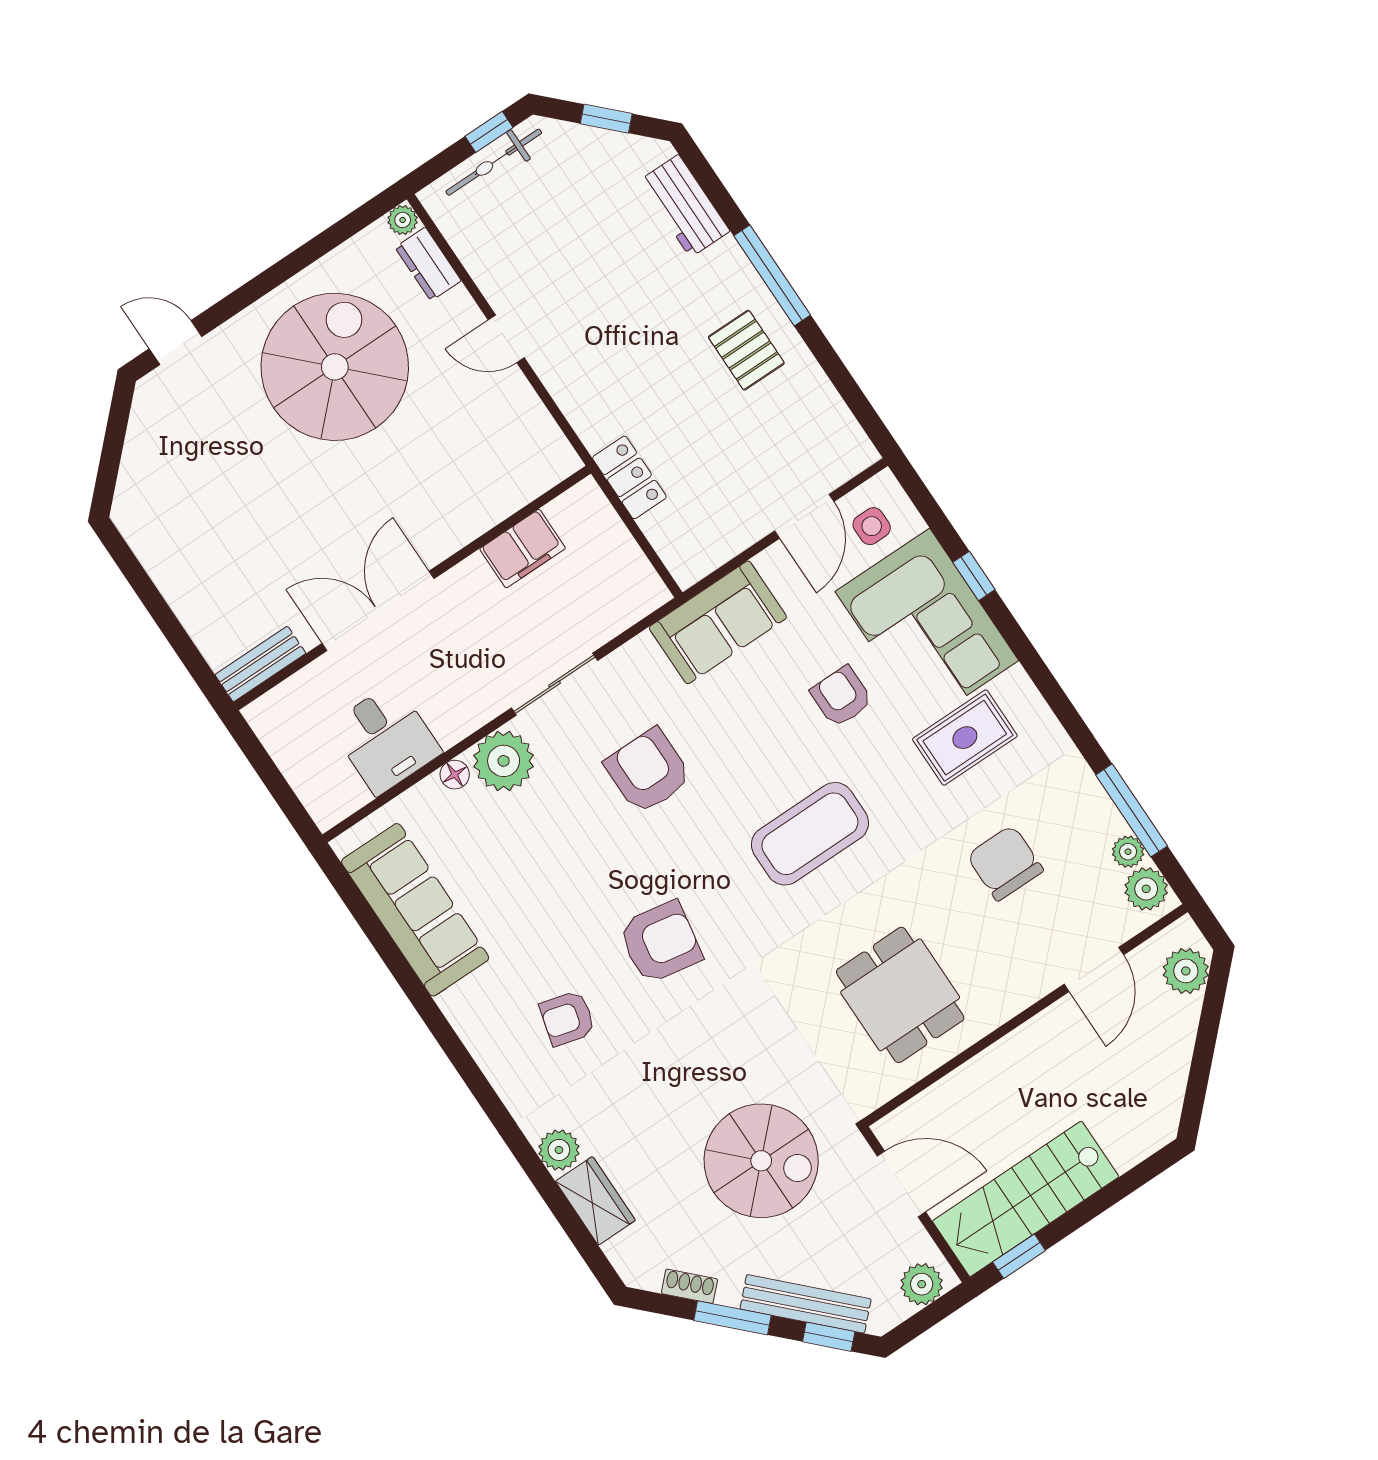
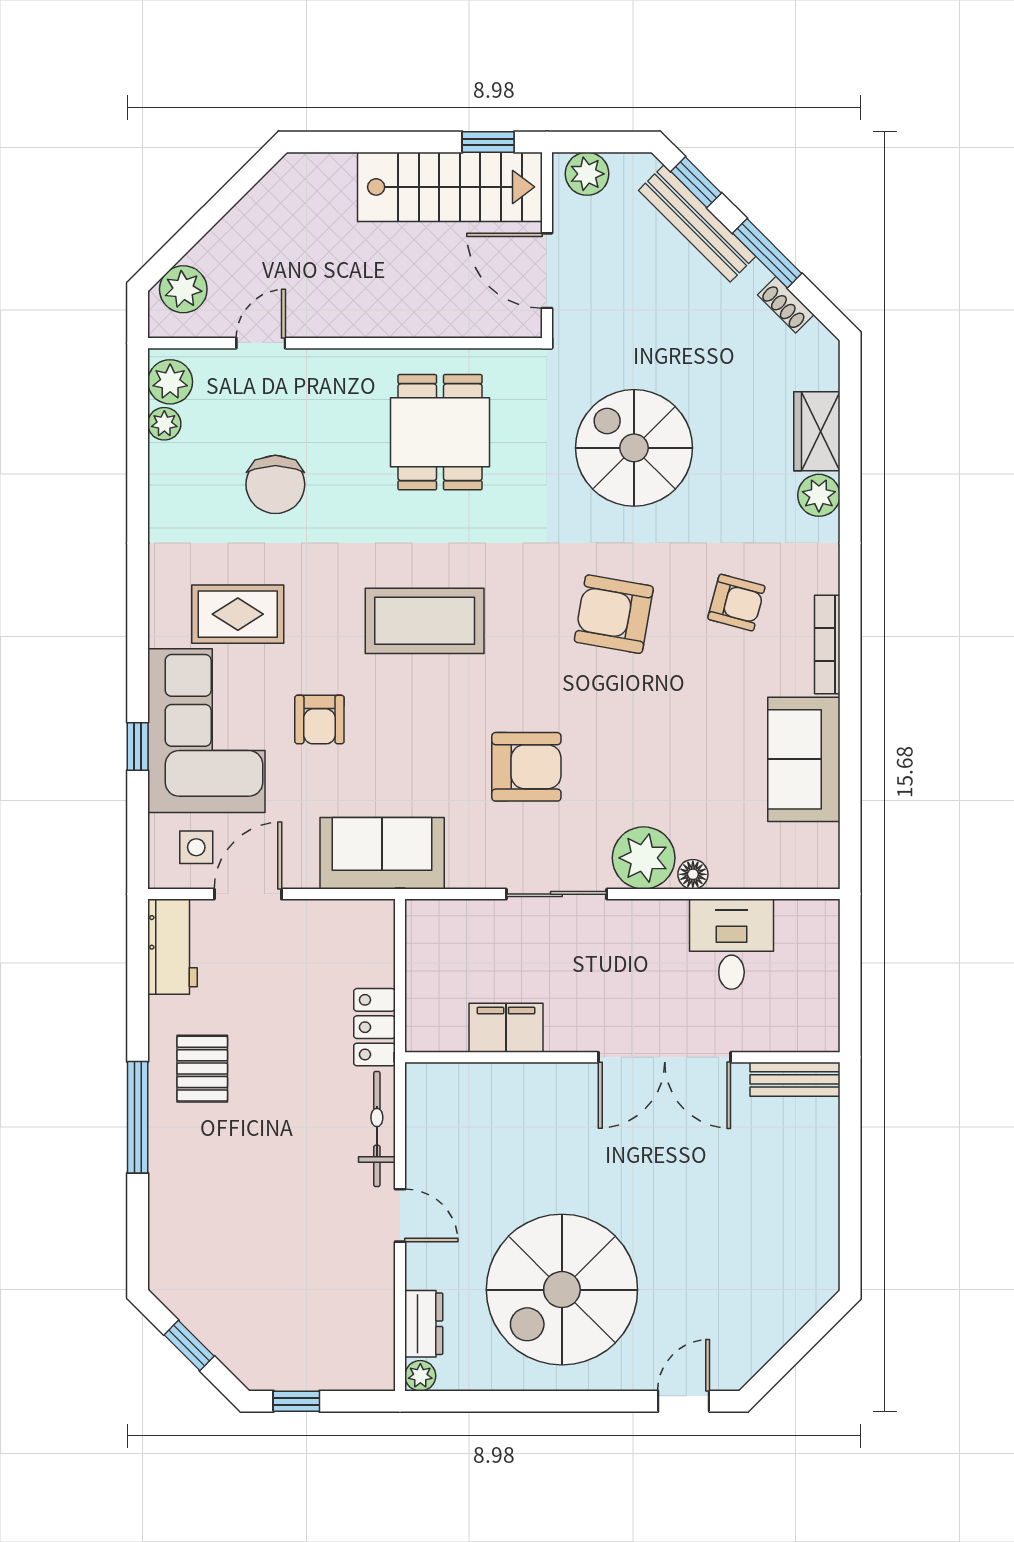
bicycle: (494, 162) -> (377, 1129), moved, turned -90
workbench: (684, 206) -> (173, 947), moved
door: (175, 343) -> (684, 1401), swing flipped
armchair: (648, 771) -> (526, 767), turned -90
window: (1132, 810) -> (138, 457), removed
sofa: (415, 910) -> (804, 759), width x0.73
door: (1094, 969) -> (261, 343), width x0.73
bookcase: (471, 1034) -> (827, 644), added
spiral stairs: (761, 1161) -> (634, 448), moved

